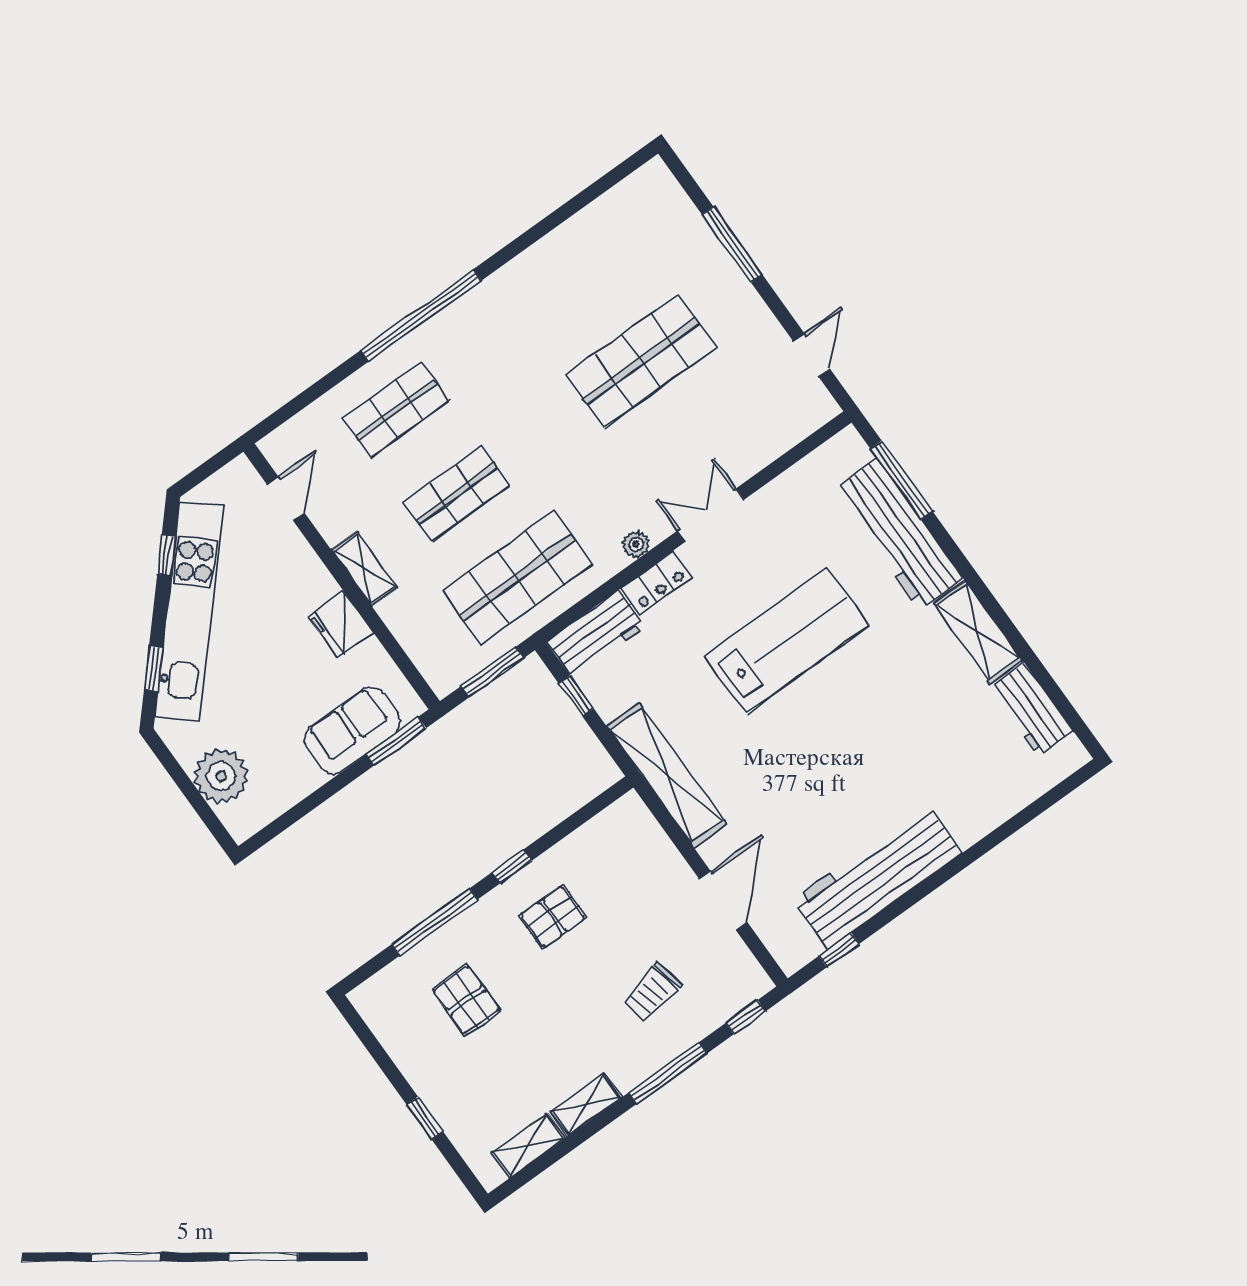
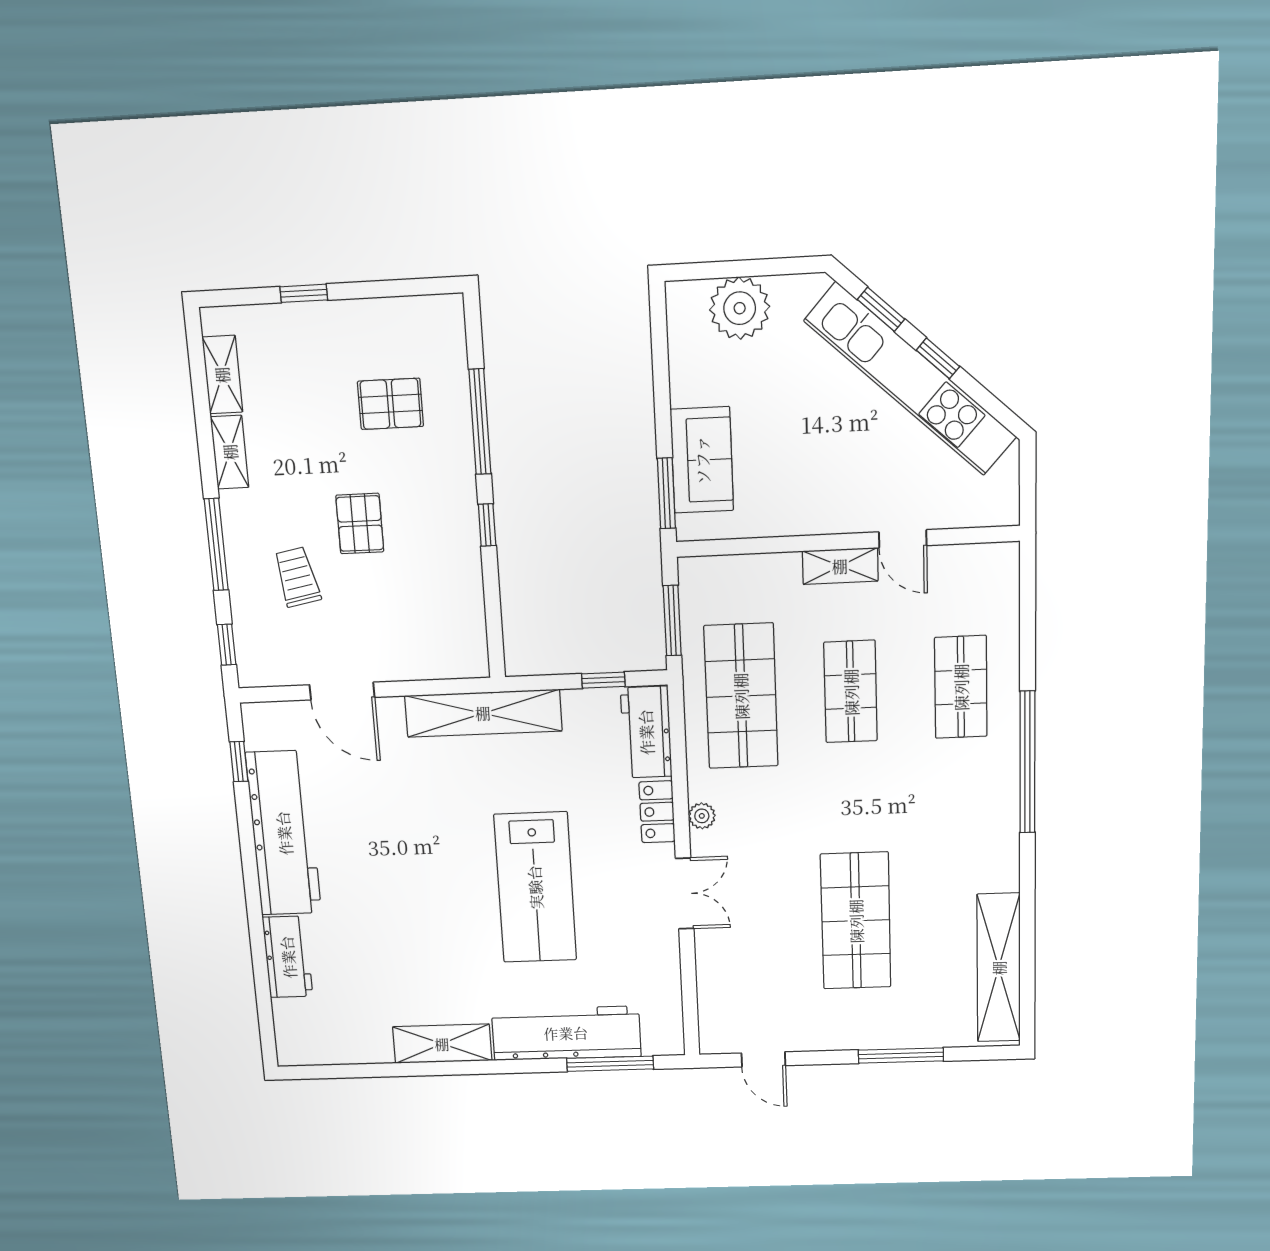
shelving: (604, 218) -> (999, 968), added
door: (286, 499) -> (903, 539), moved
window: (166, 555) -> (938, 358), moved
fridge: (341, 624) -> (805, 512), removed
workbench: (1031, 710) -> (288, 957), moved, turned 90
pallet: (553, 917) -> (360, 524), moved

